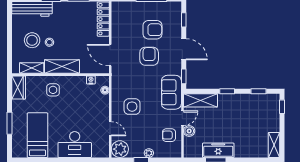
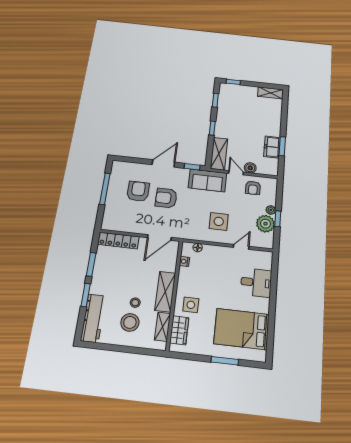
window: (184, 20) -> (133, 160), removed
wardrobe: (19, 87) -> (179, 330), moved, turned 90
bed: (37, 135) -> (242, 329), width x1.50
desk: (75, 145) -> (256, 283), width x0.73
plant: (120, 149) -> (266, 224), moved
freezer: (218, 150) -> (272, 147), width x0.71

